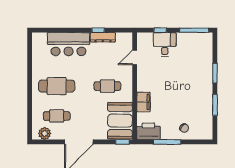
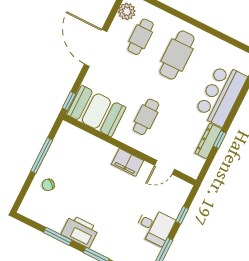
desk: (165, 44) -> (155, 226), moved
door: (135, 57) -> (164, 167), swing flipped
filing cabinet: (143, 102) -> (128, 162), moved
printer: (148, 131) -> (80, 231), moved, turned -90

